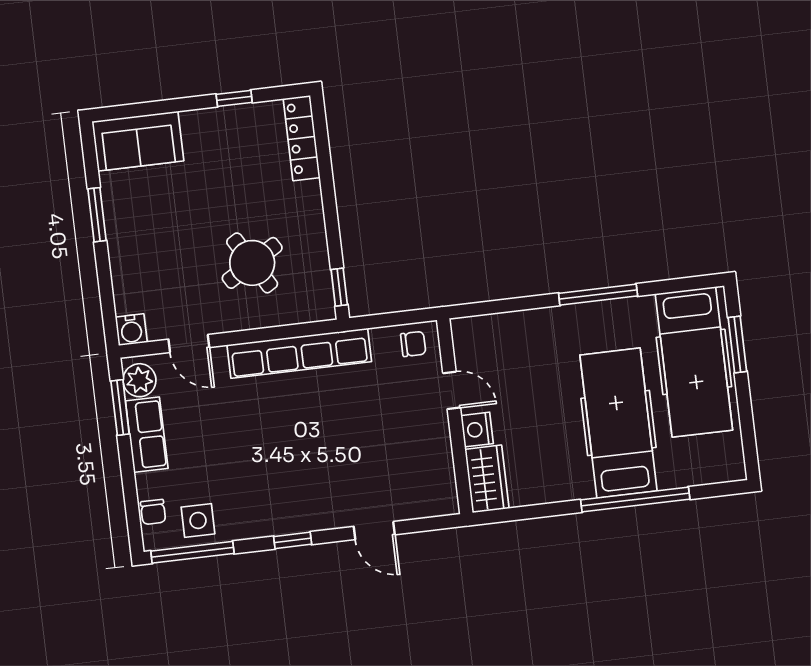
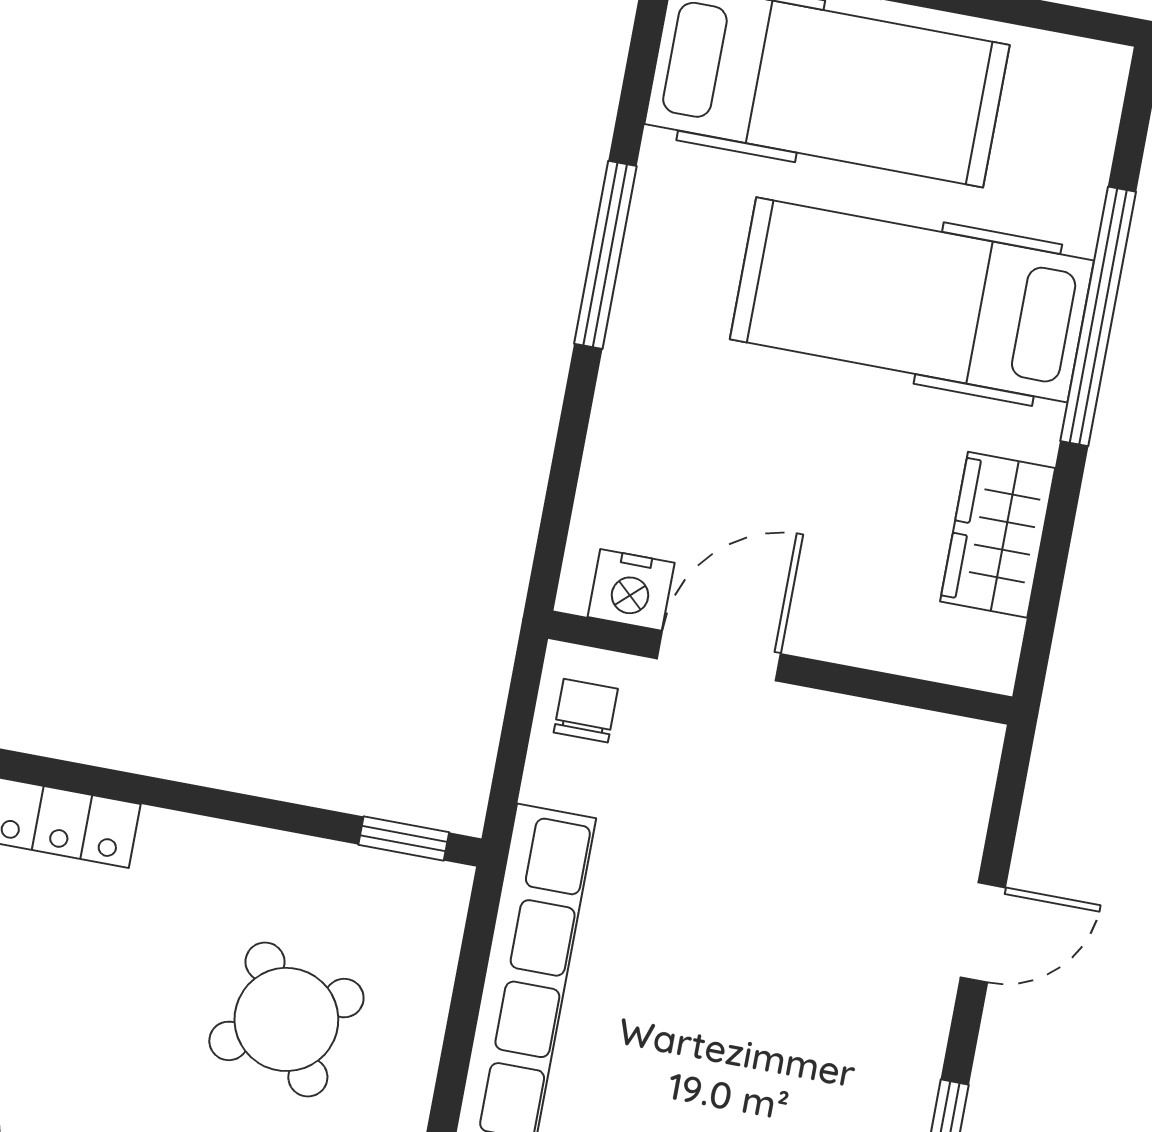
door: (452, 390) -> (719, 656), width x1.38
nightstand: (477, 430) -> (631, 590), moved
wardrobe: (487, 479) -> (998, 535), moved, turned -90

